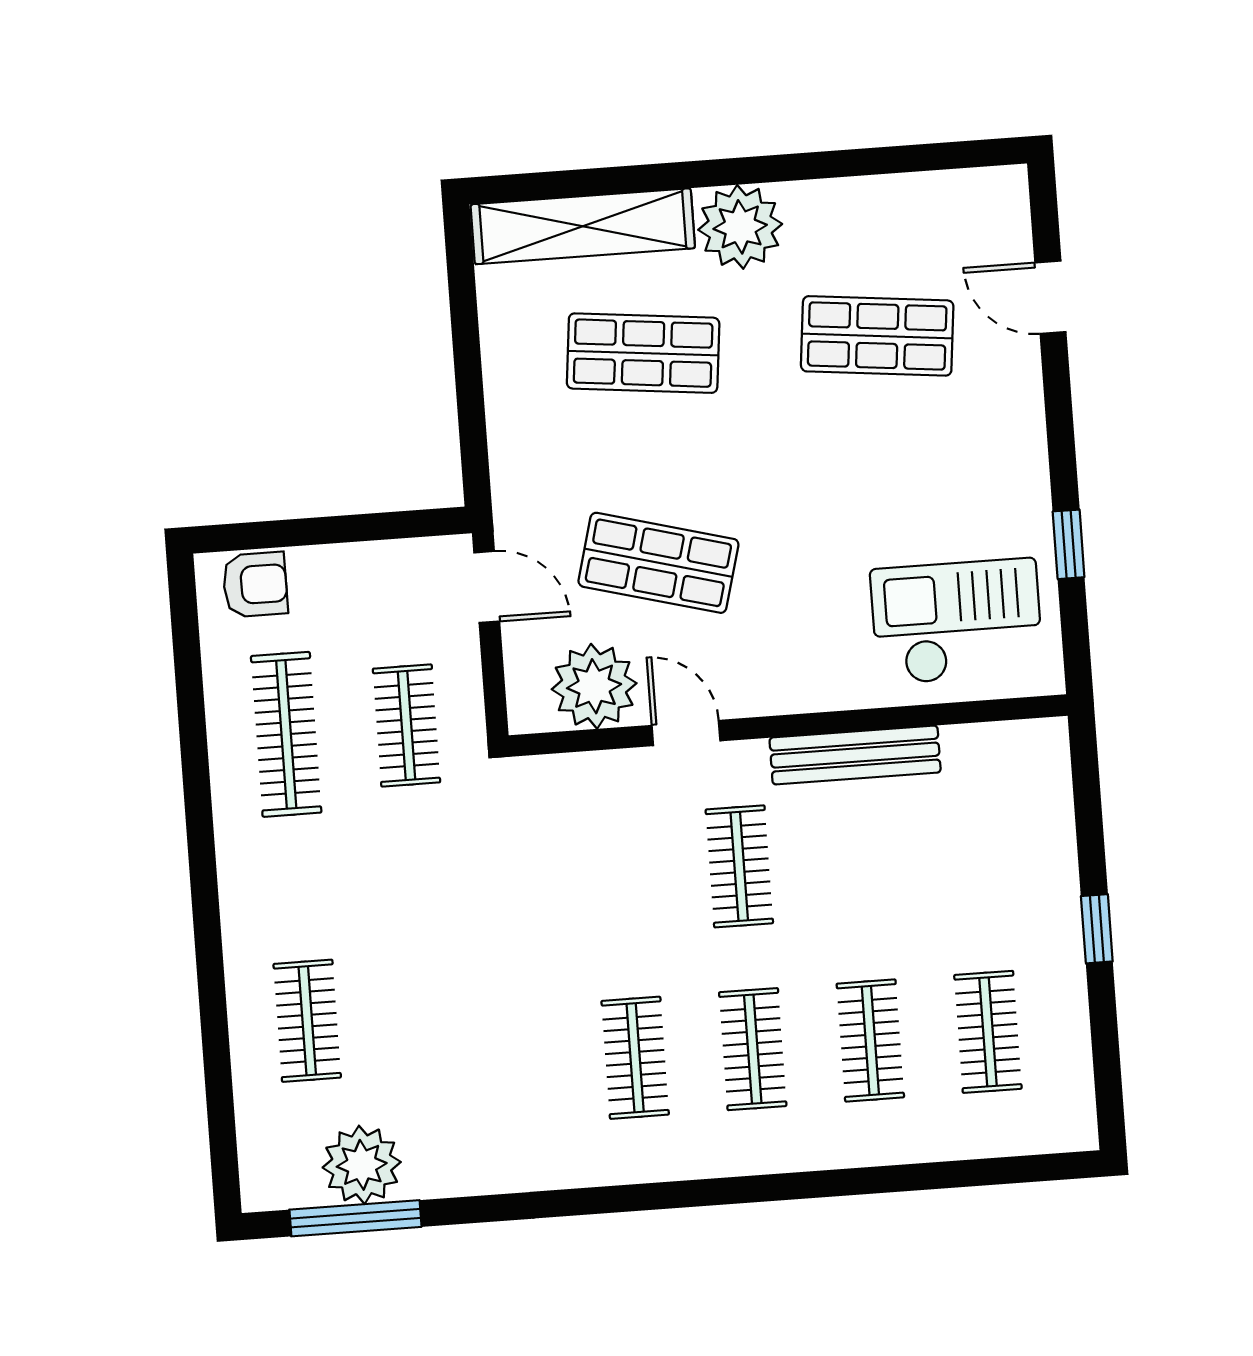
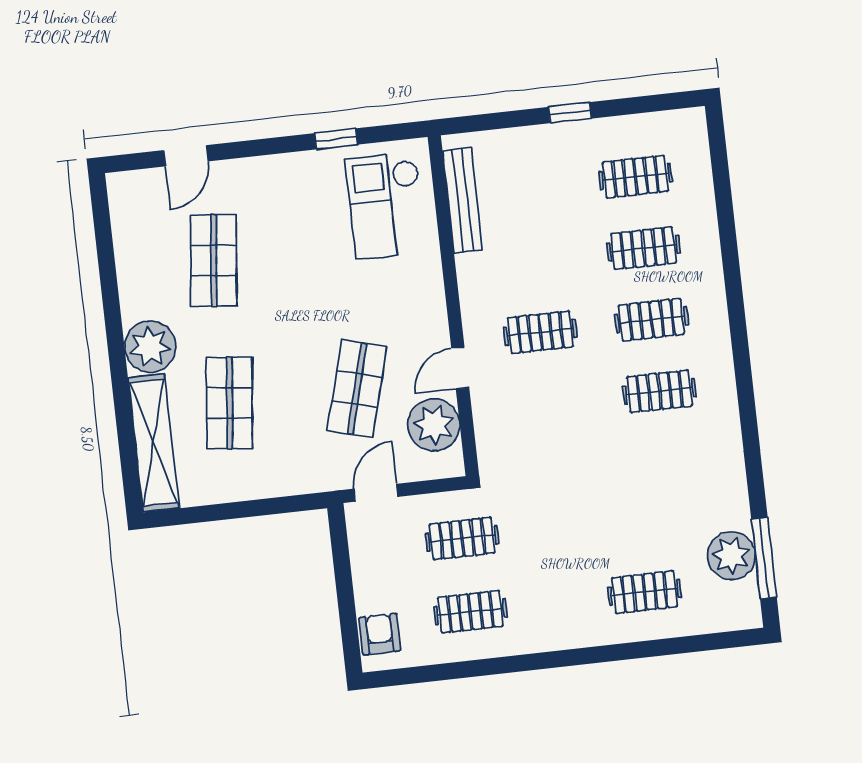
clothes rail: (286, 734) -> (470, 612), width x0.73
bench: (855, 755) -> (463, 200), moved

